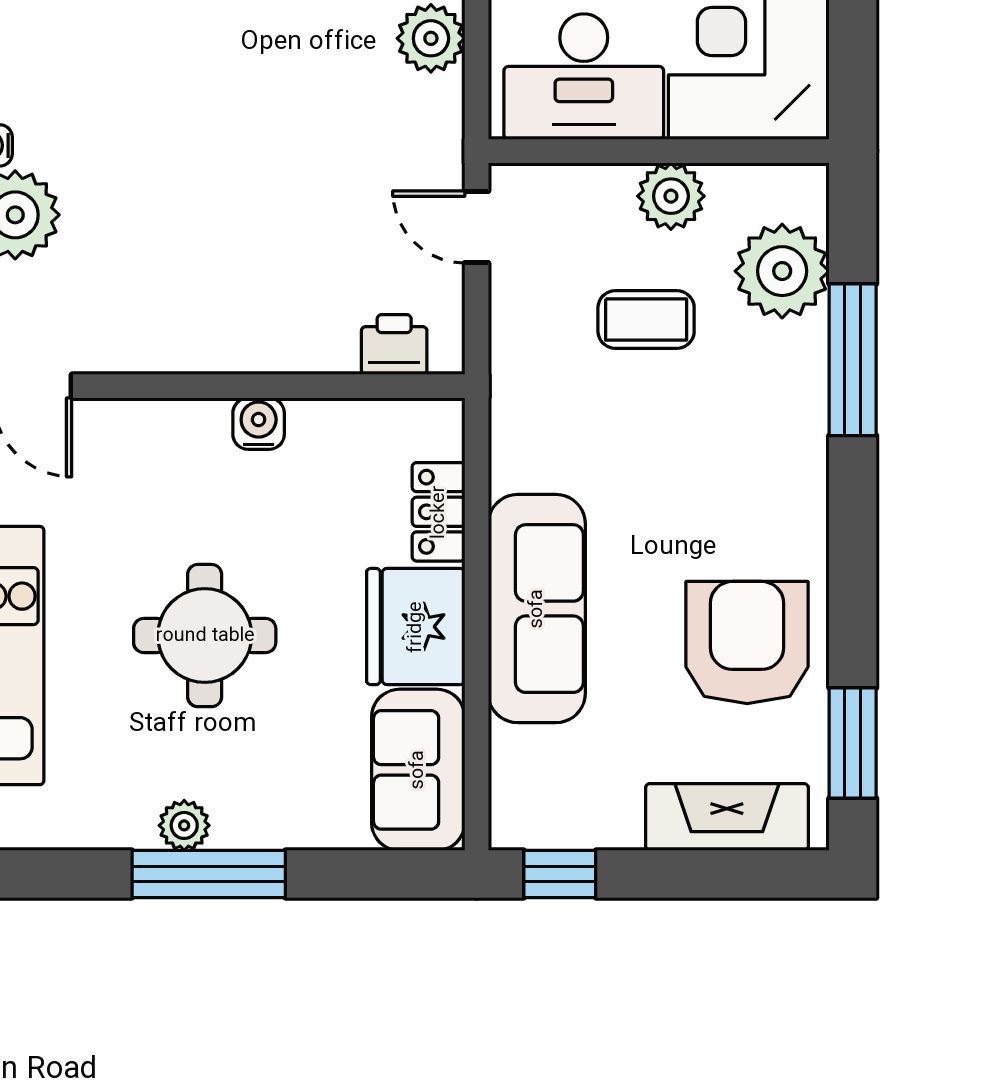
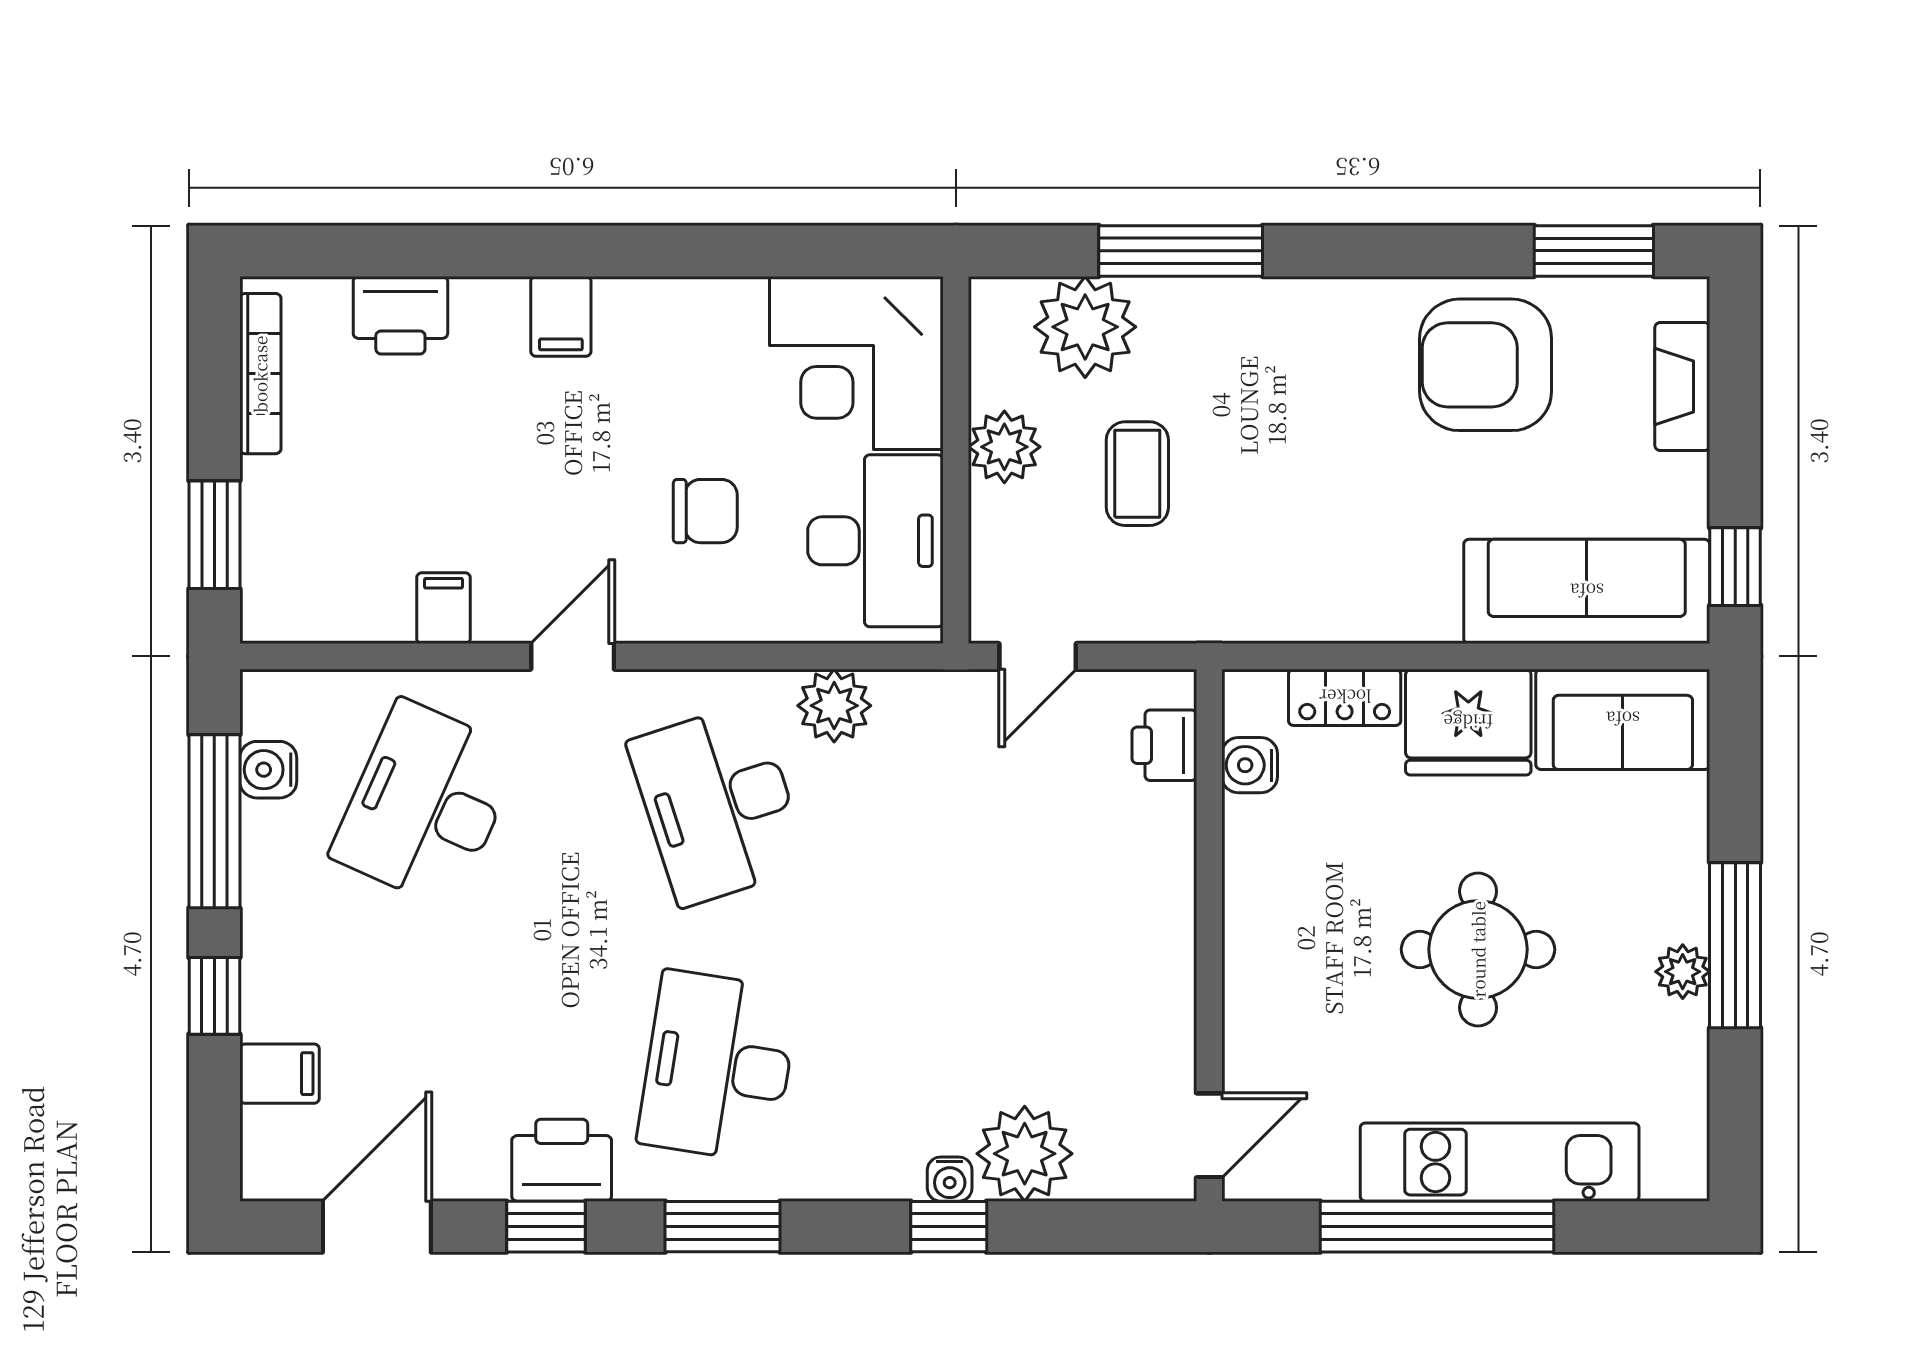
water cooler: (259, 424) -> (1250, 765), moved
sofa: (537, 609) -> (1587, 591), moved
fireplace: (727, 817) -> (1682, 387), width x0.73, depth x0.76

